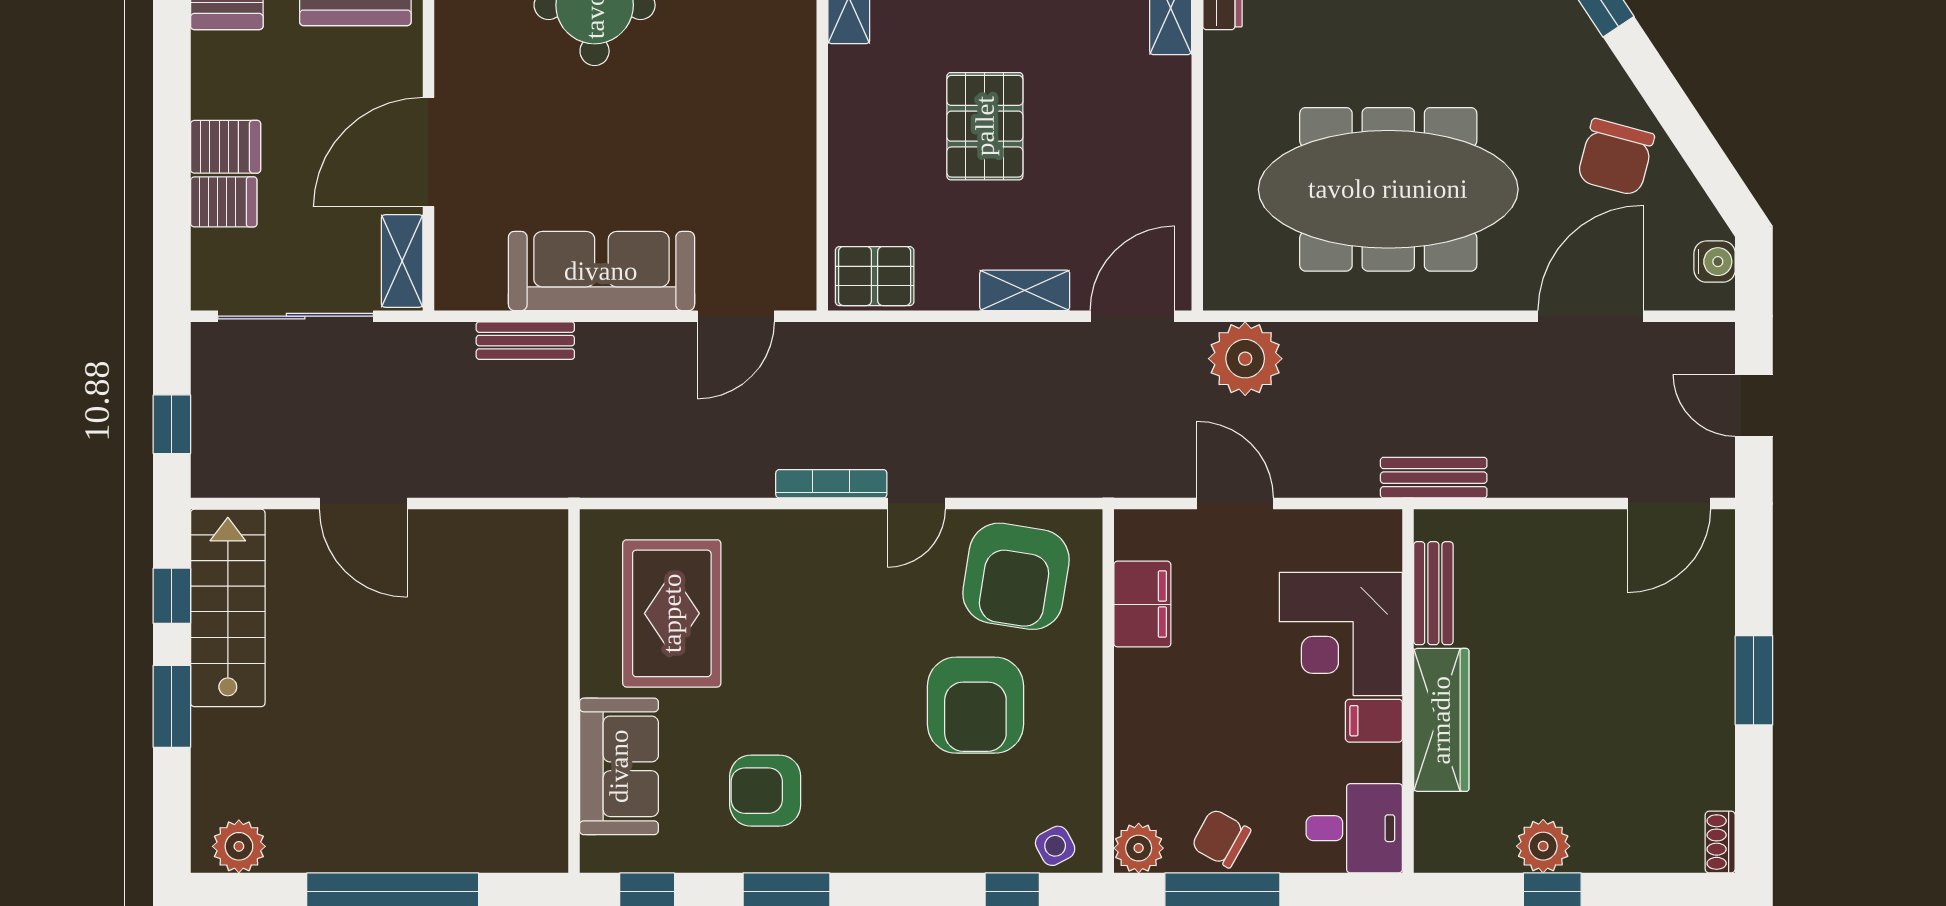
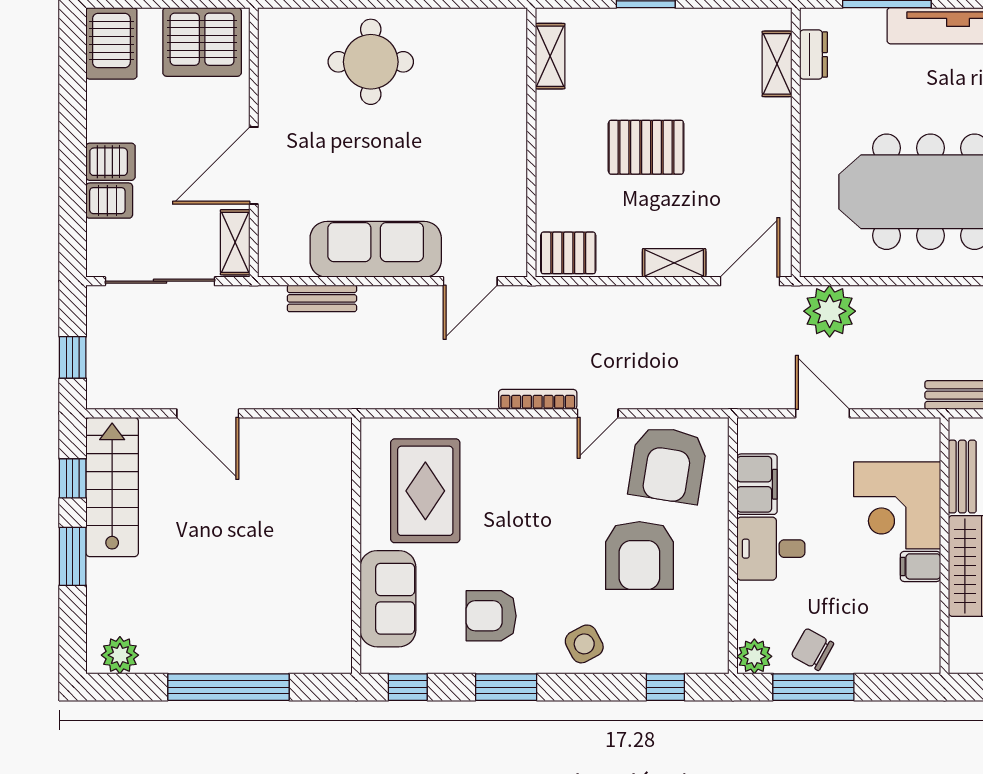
pallet: (985, 126) -> (646, 147), turned 90
desk: (1354, 828) -> (771, 549), moved, turned 180
side table: (1055, 846) -> (584, 644), moved, width x1.37, depth x1.37

